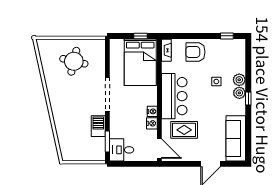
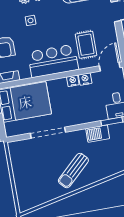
round table: (74, 61) -> (36, 170), removed
doorway: (107, 94) -> (48, 133), moved
sun lounger: (67, 97) -> (73, 171), added

